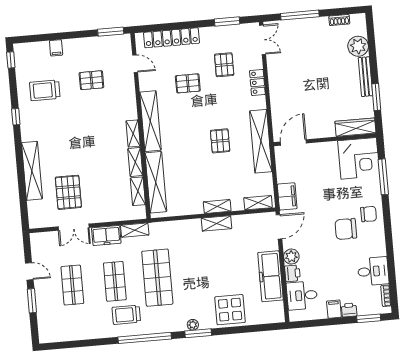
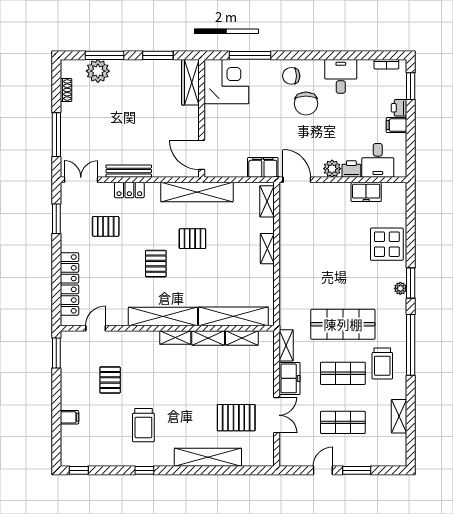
window: (372, 51) -> (105, 55), added
bench: (365, 77) -> (129, 171), moved
pallet: (188, 83) -> (156, 264), moved
trolley: (45, 90) -> (143, 425), moved
chair: (369, 214) -> (291, 76), turned -90
shelving: (216, 223) -> (399, 416), moved
desk: (373, 271) -> (341, 76), moved
freezer: (270, 276) -> (366, 192), width x0.52, depth x0.79

